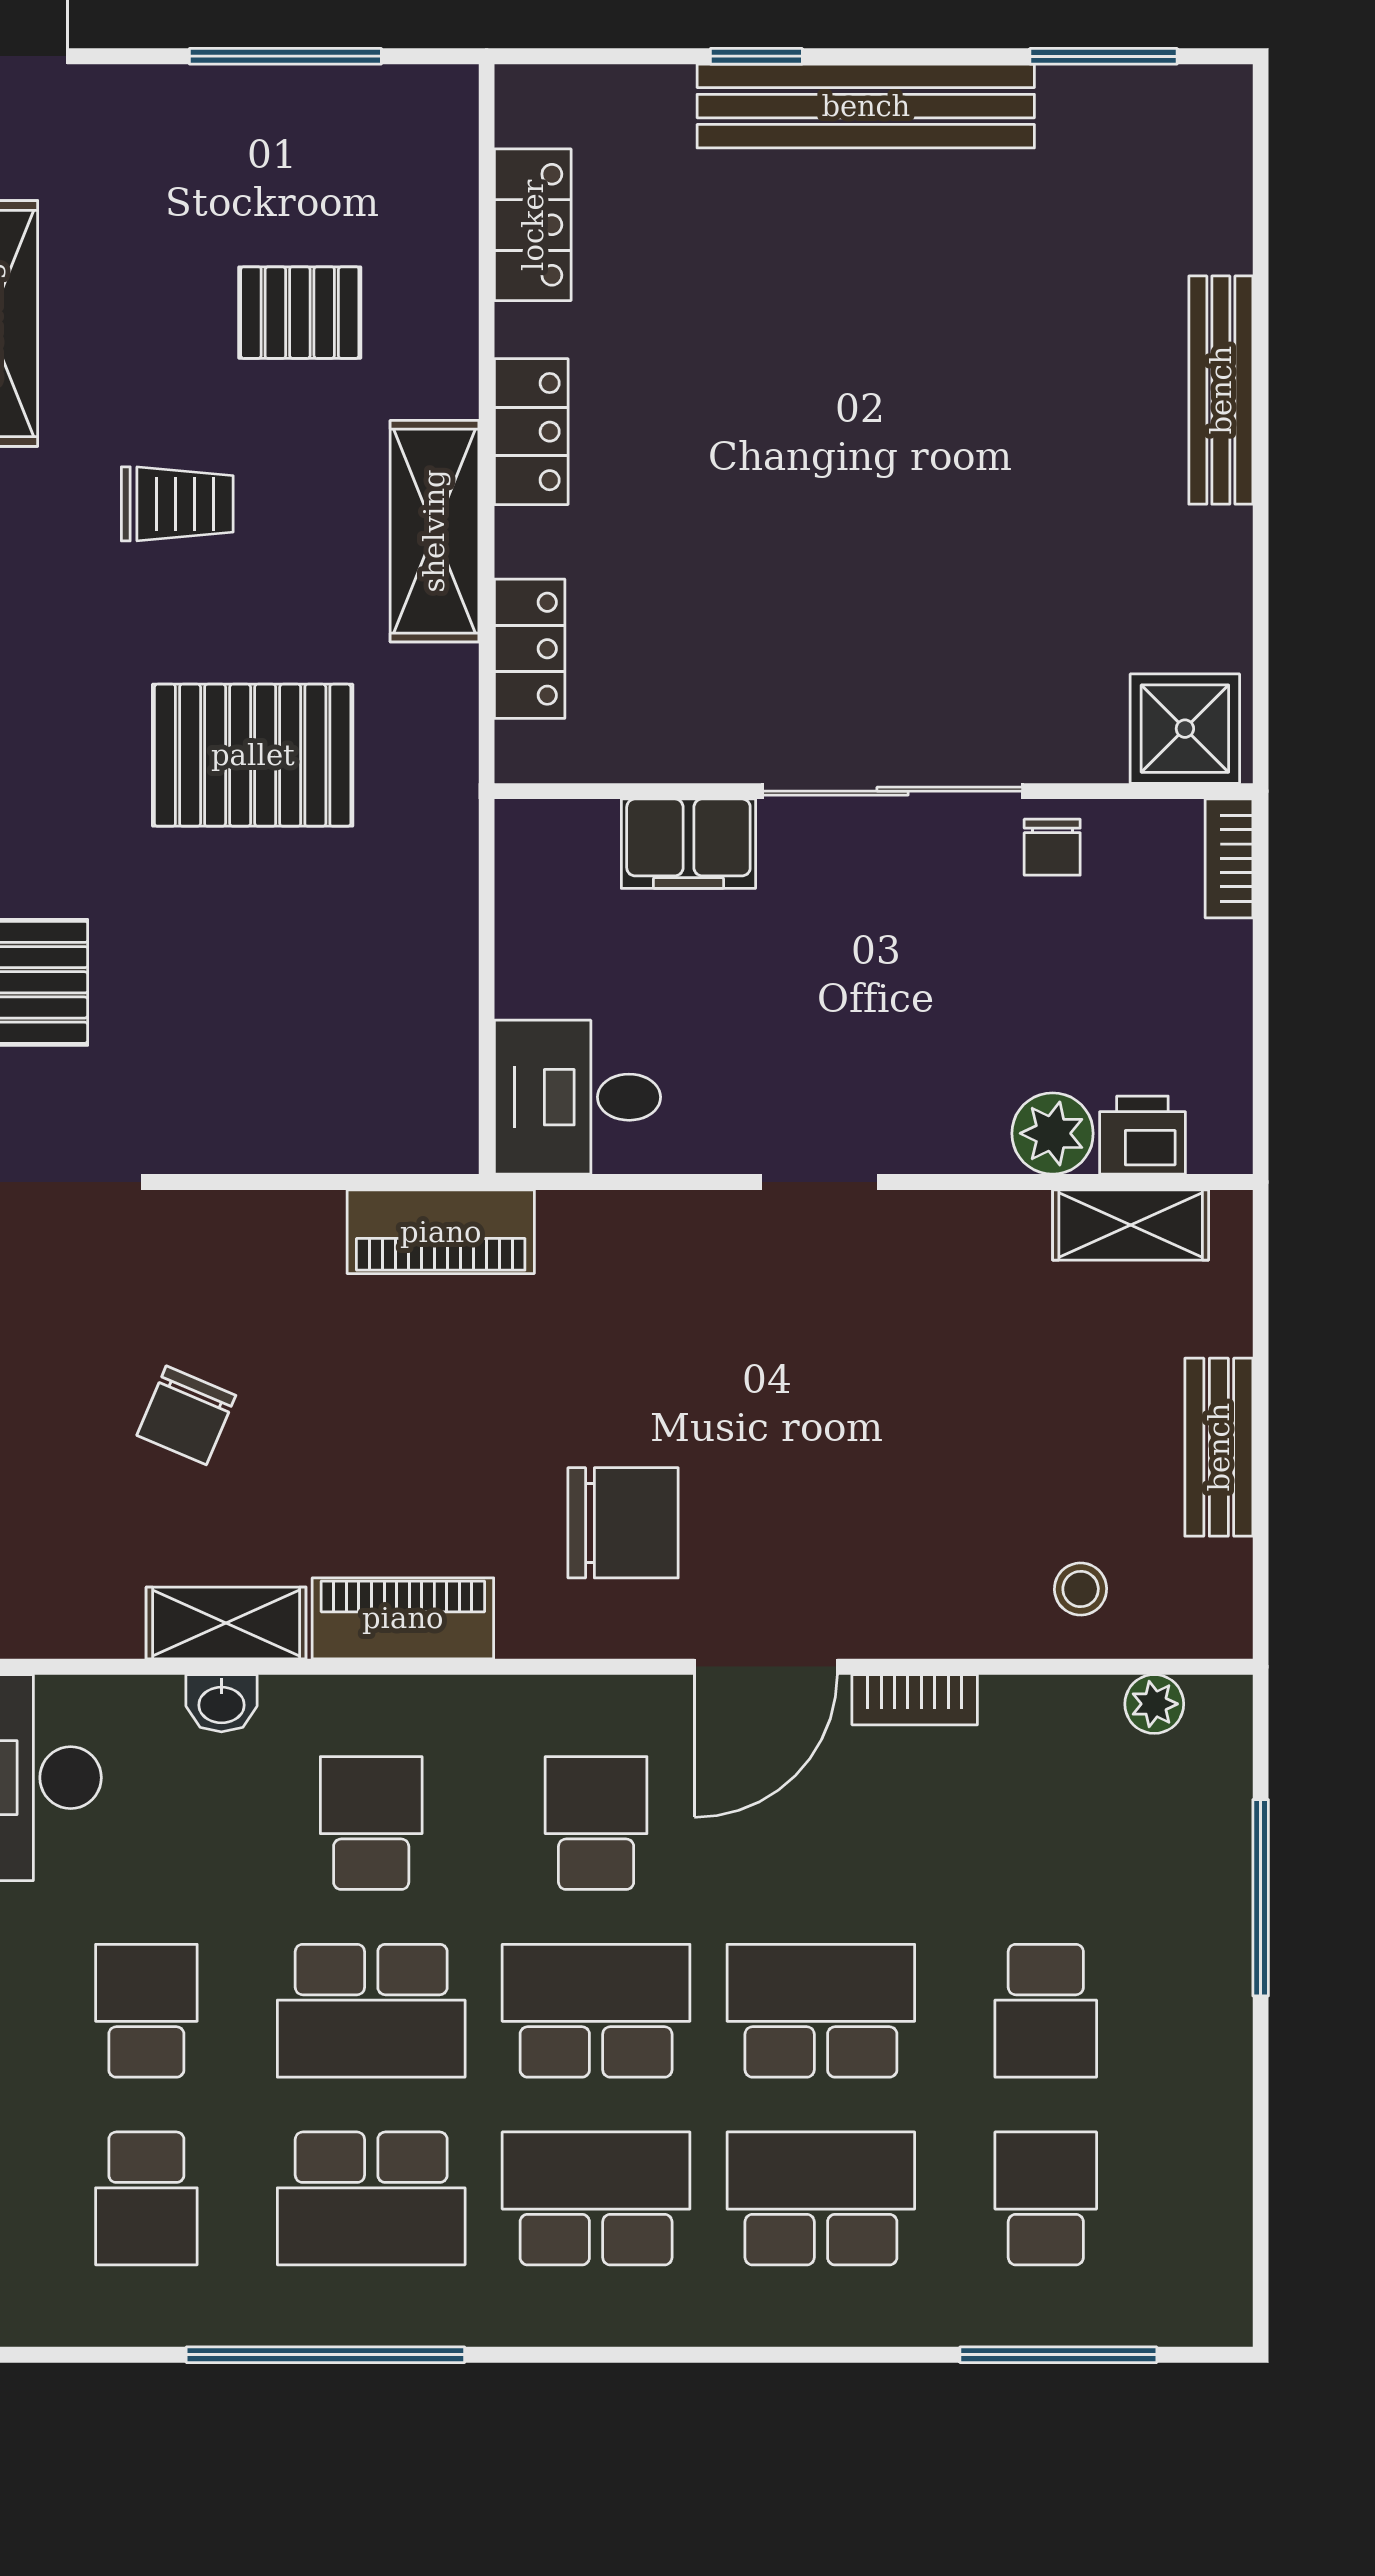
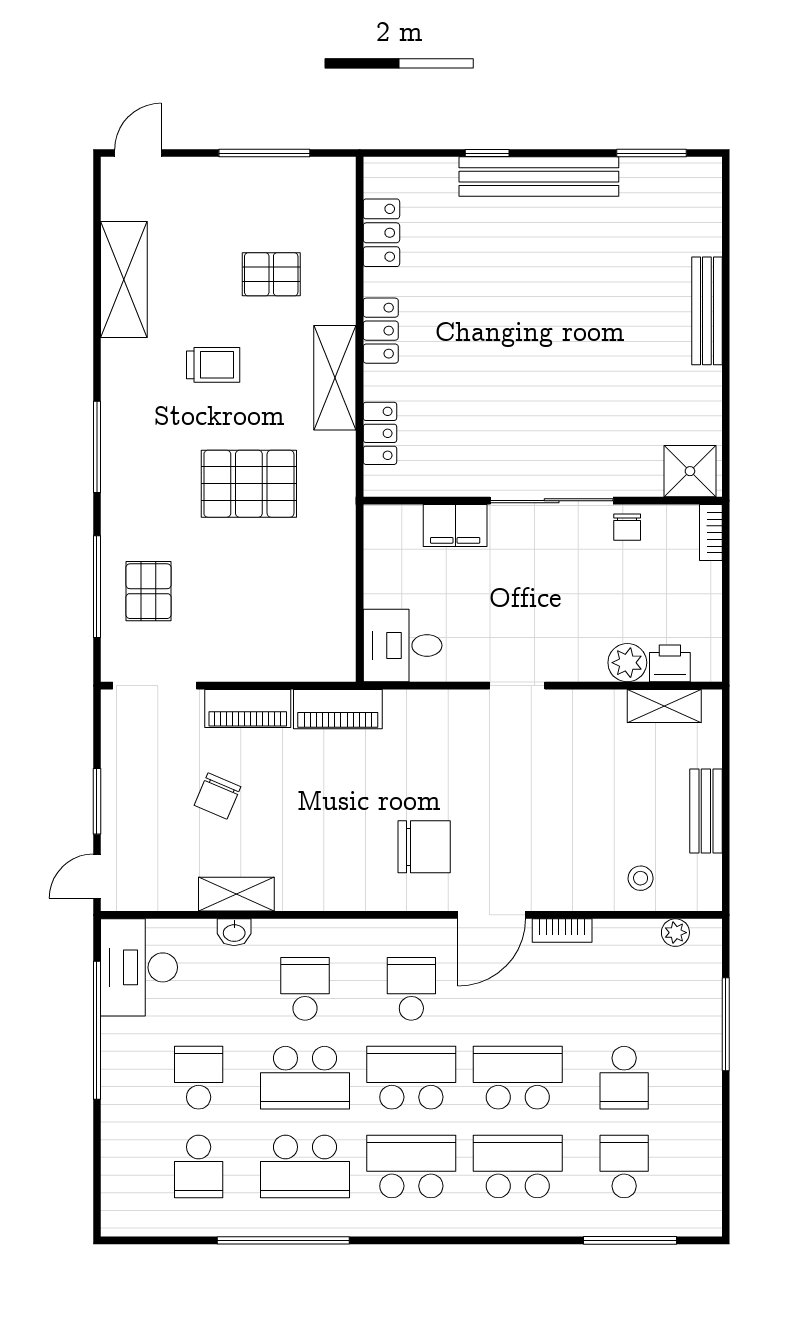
piano: (403, 1618) -> (248, 709), moved, turned 180

